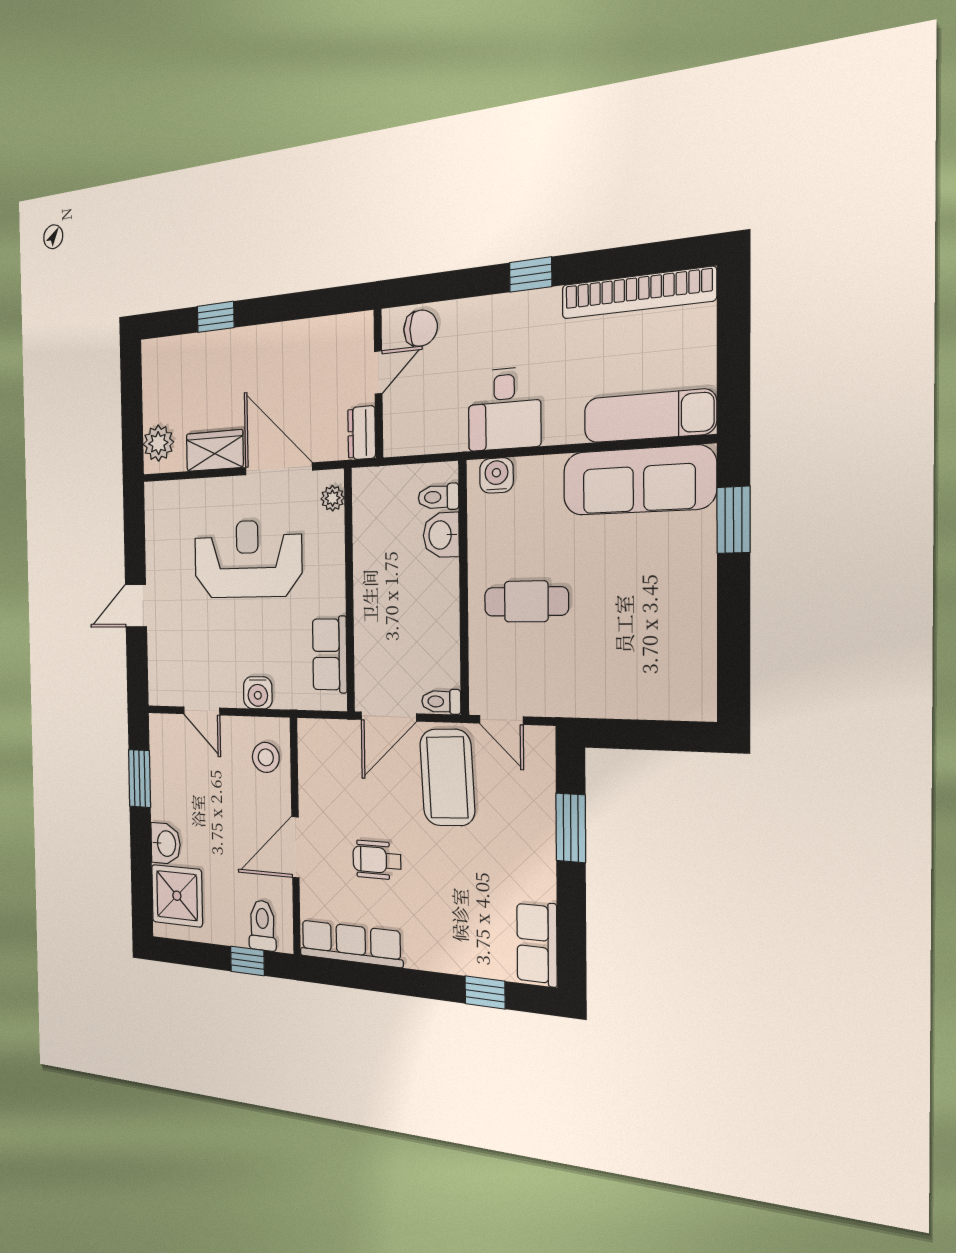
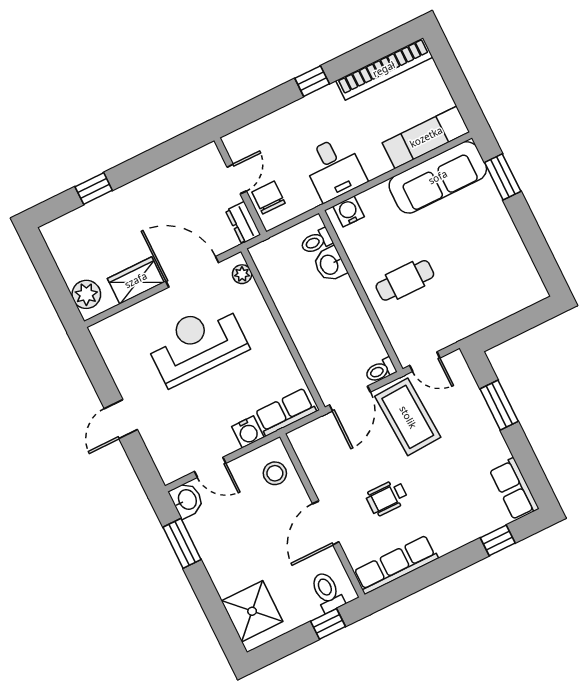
chair: (421, 328) -> (269, 198), moved, turned -92
row of seats: (330, 654) -> (285, 412), moved, turned 90
washbasin: (166, 844) -> (187, 500), moved

